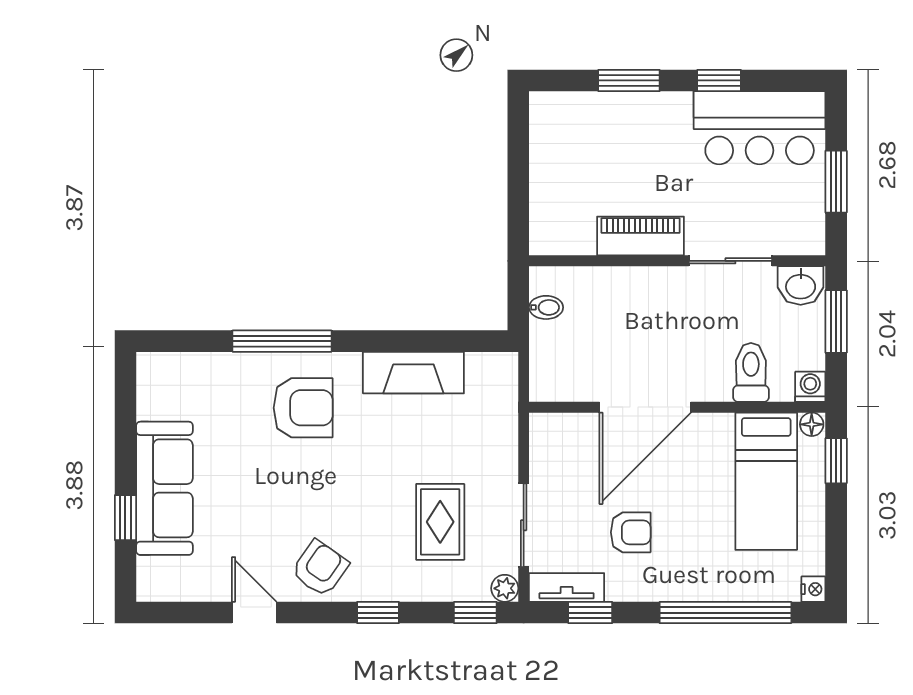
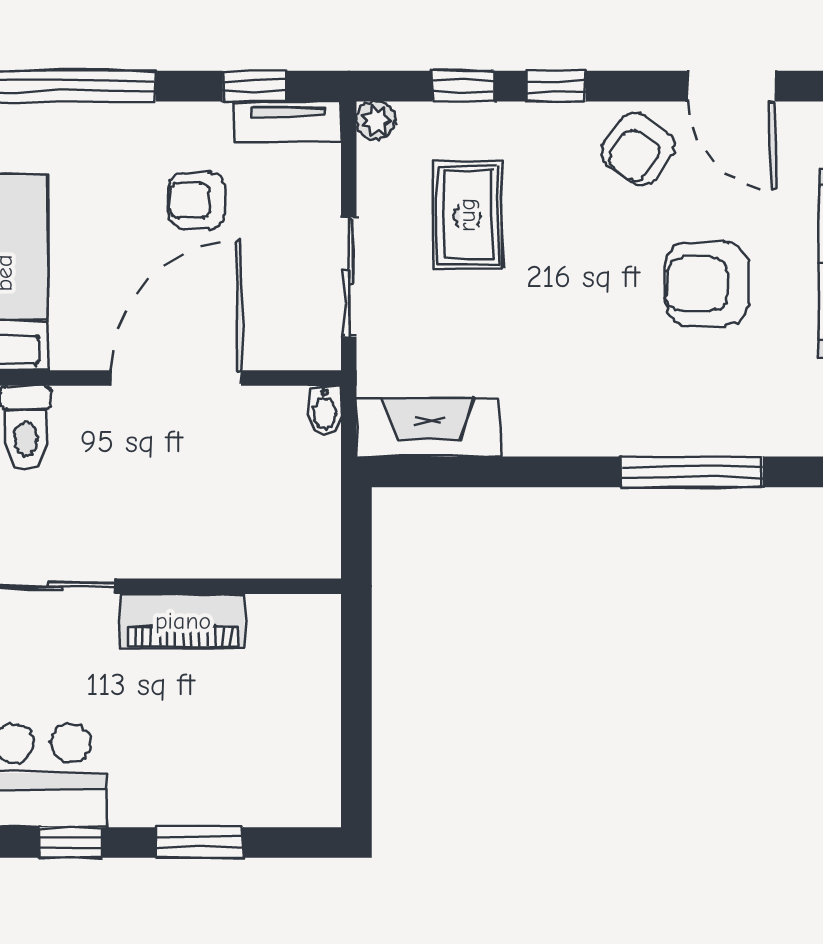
bidet: (546, 307) -> (325, 410), moved, turned -90
fireplace: (413, 373) -> (428, 427), moved
armchair: (303, 408) -> (707, 284), moved
sliding door: (524, 525) -> (349, 277), moved
door: (254, 613) -> (732, 86), width x1.38
window: (475, 613) -> (463, 86), moved

